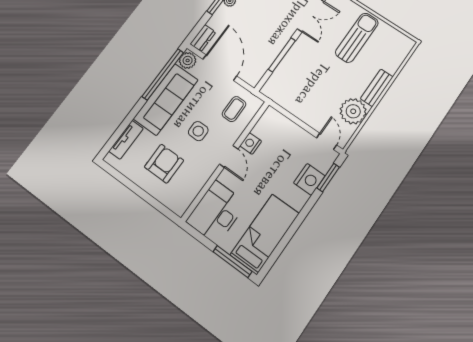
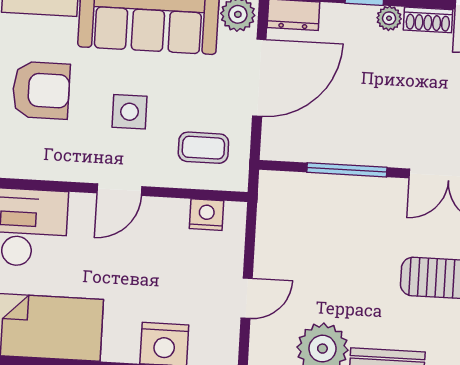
door: (327, 141) -> (247, 298), moved
nightstand: (251, 143) -> (207, 215), moved

